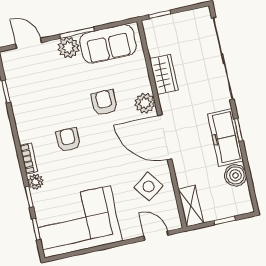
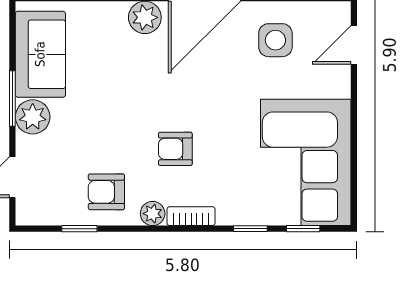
armchair: (104, 103) -> (106, 192), moved
plant: (36, 182) -> (153, 214), moved
side table: (148, 187) -> (275, 40), turned 36

